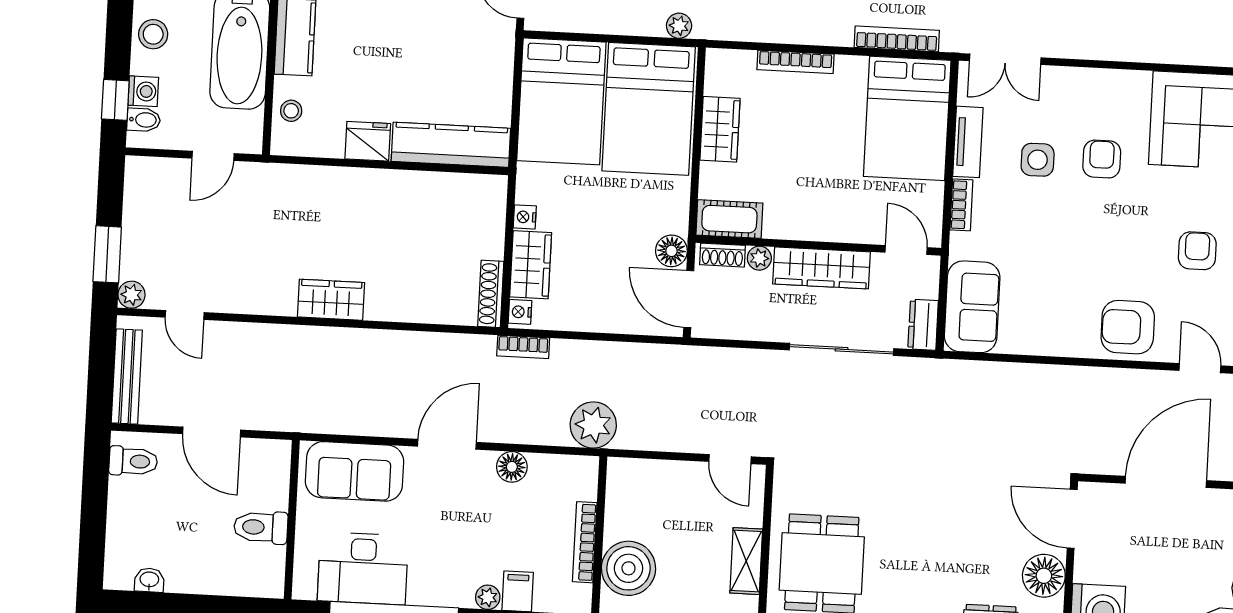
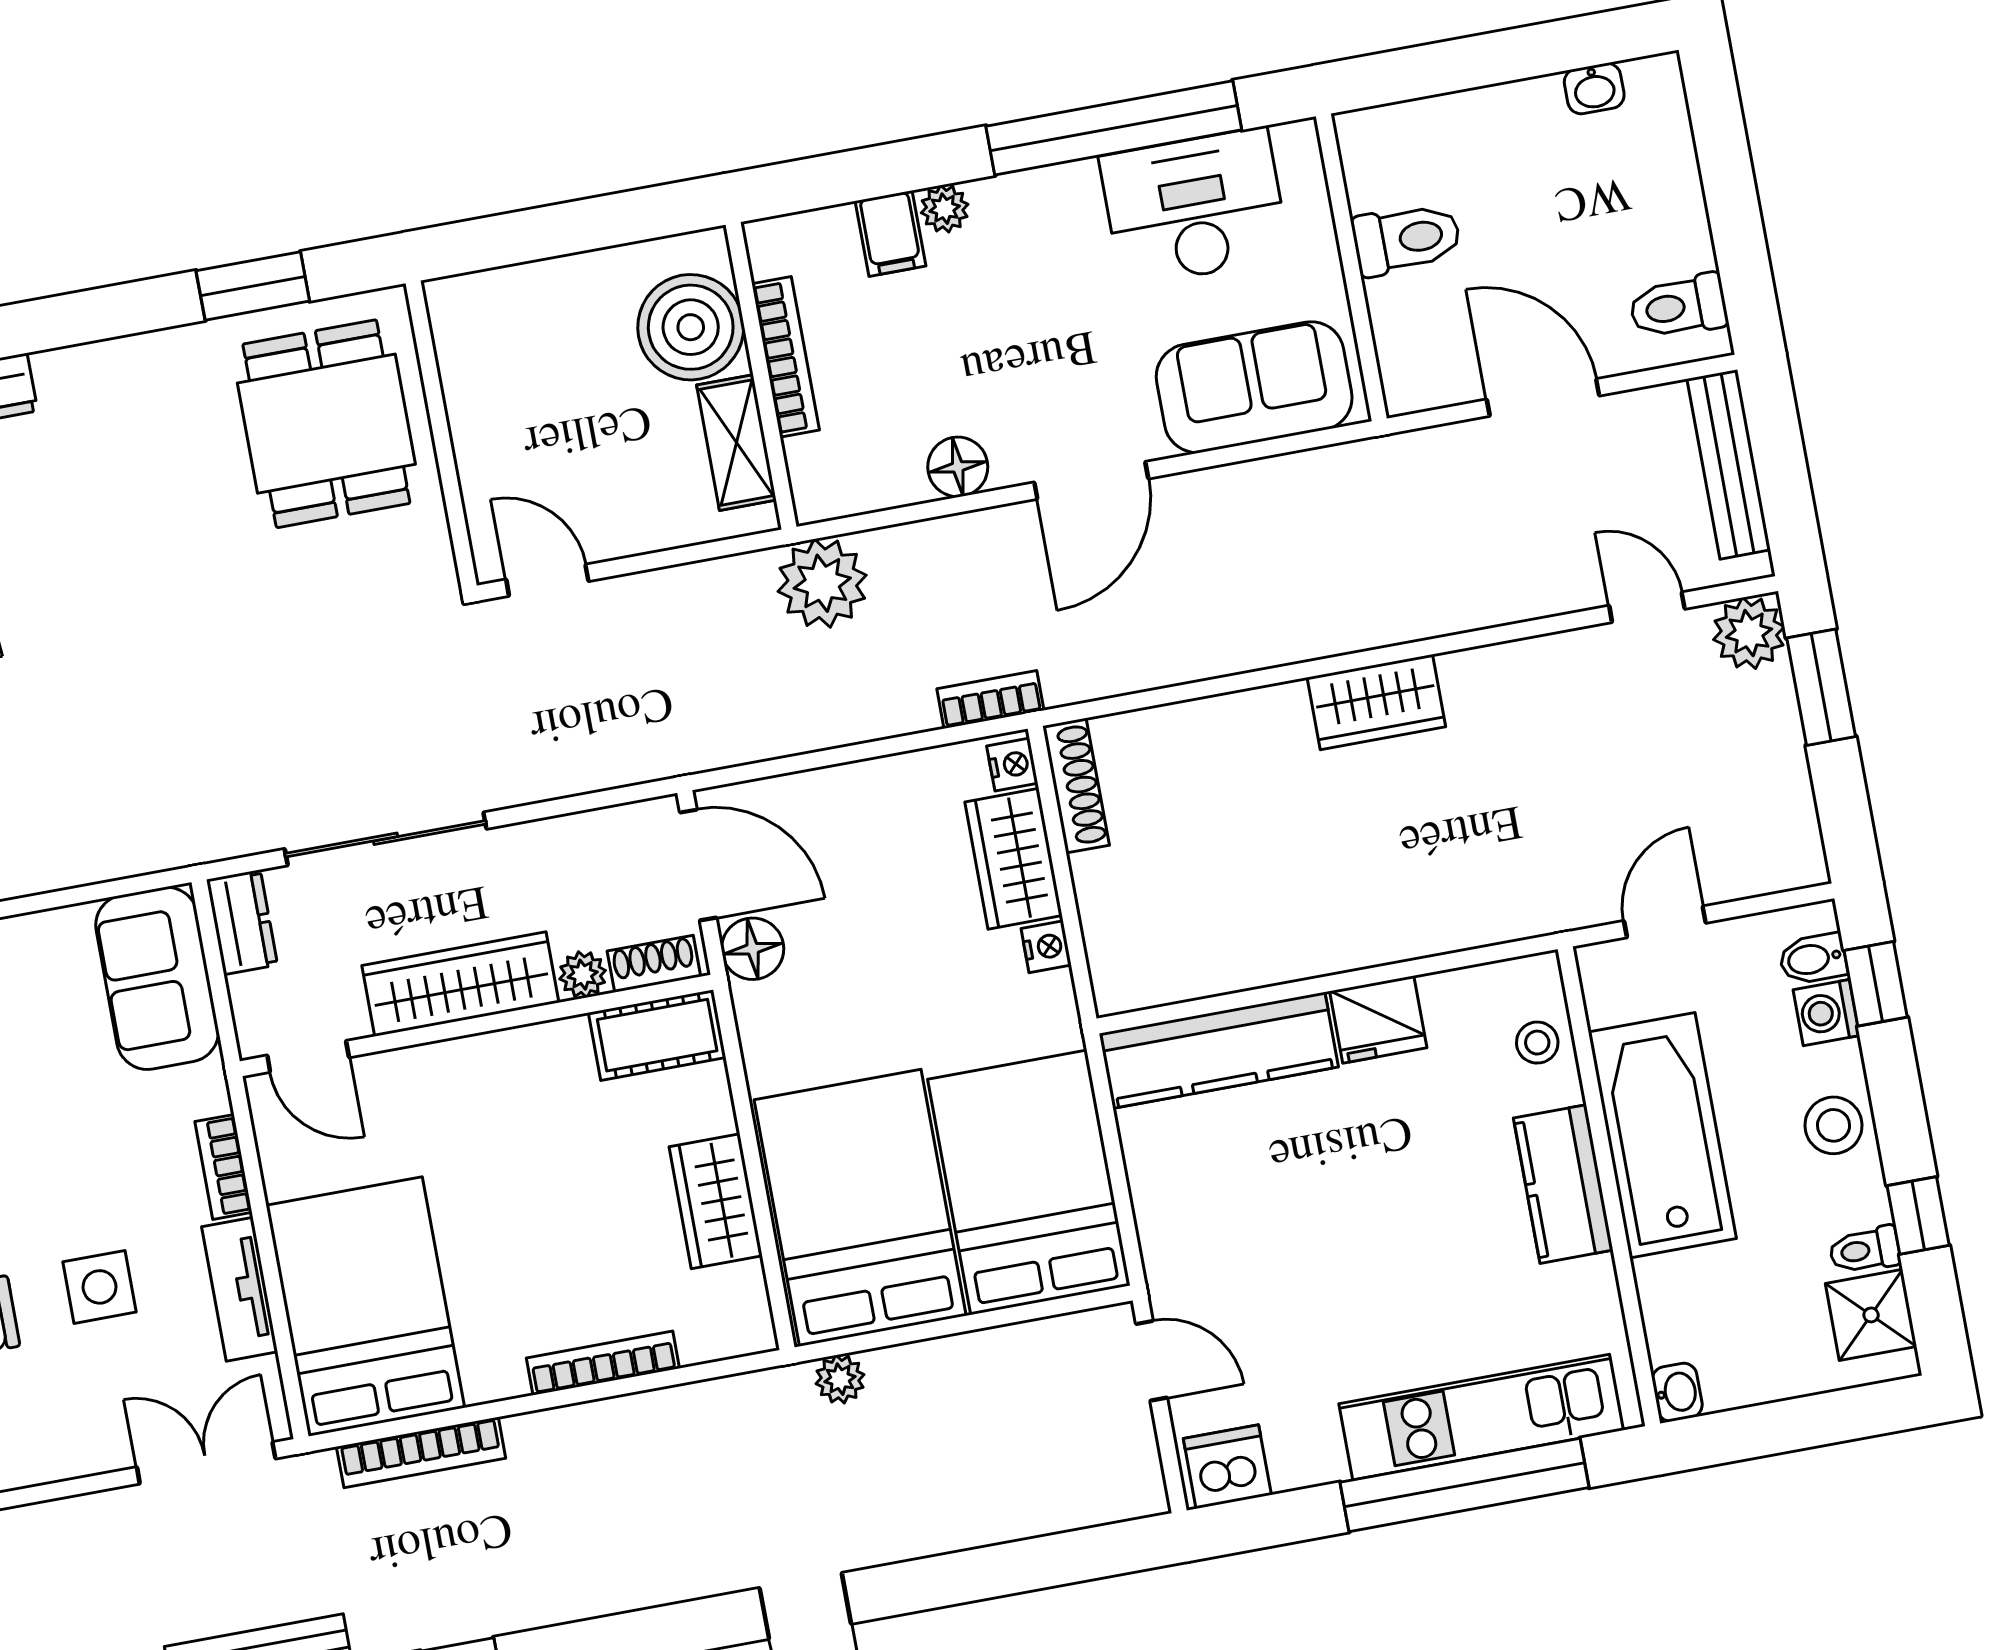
plant: (131, 295) -> (1749, 633), width x1.38, depth x1.38
shelving: (746, 561) -> (736, 443), moved

